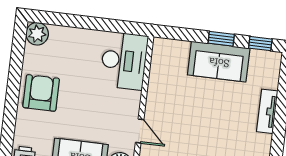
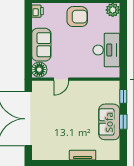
window: (260, 44) -> (123, 96), moved
desk: (124, 61) -> (106, 50), moved, turned -90

